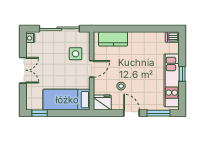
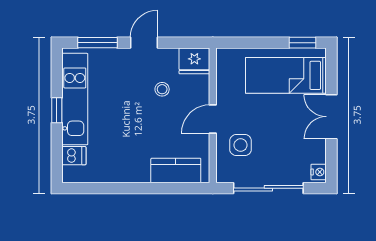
dishwasher: (172, 37) -> (74, 156), moved
bed: (67, 100) -> (286, 75), moved, turned 180
door: (132, 113) -> (144, 43), swing flipped

